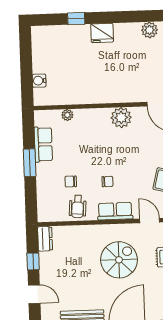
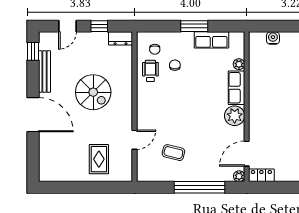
chair: (107, 182) -> (155, 49), moved
wheelchair: (78, 207) -> (150, 71), turned 86
row of seats: (115, 211) -> (236, 88), moved, turned 180
spiral stairs: (119, 260) -> (93, 92), moved

